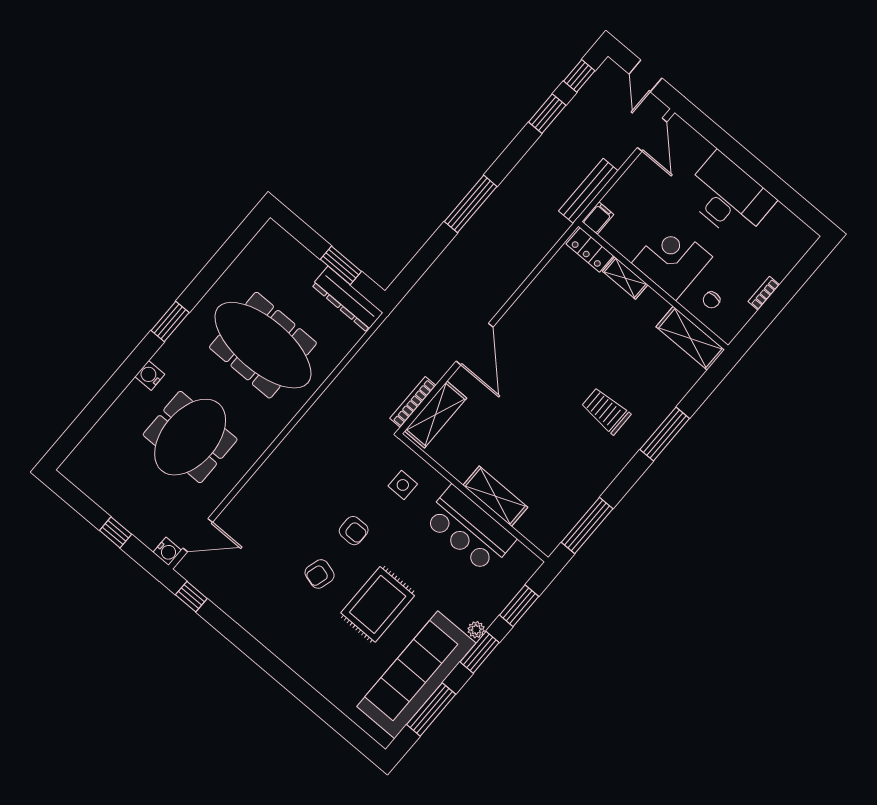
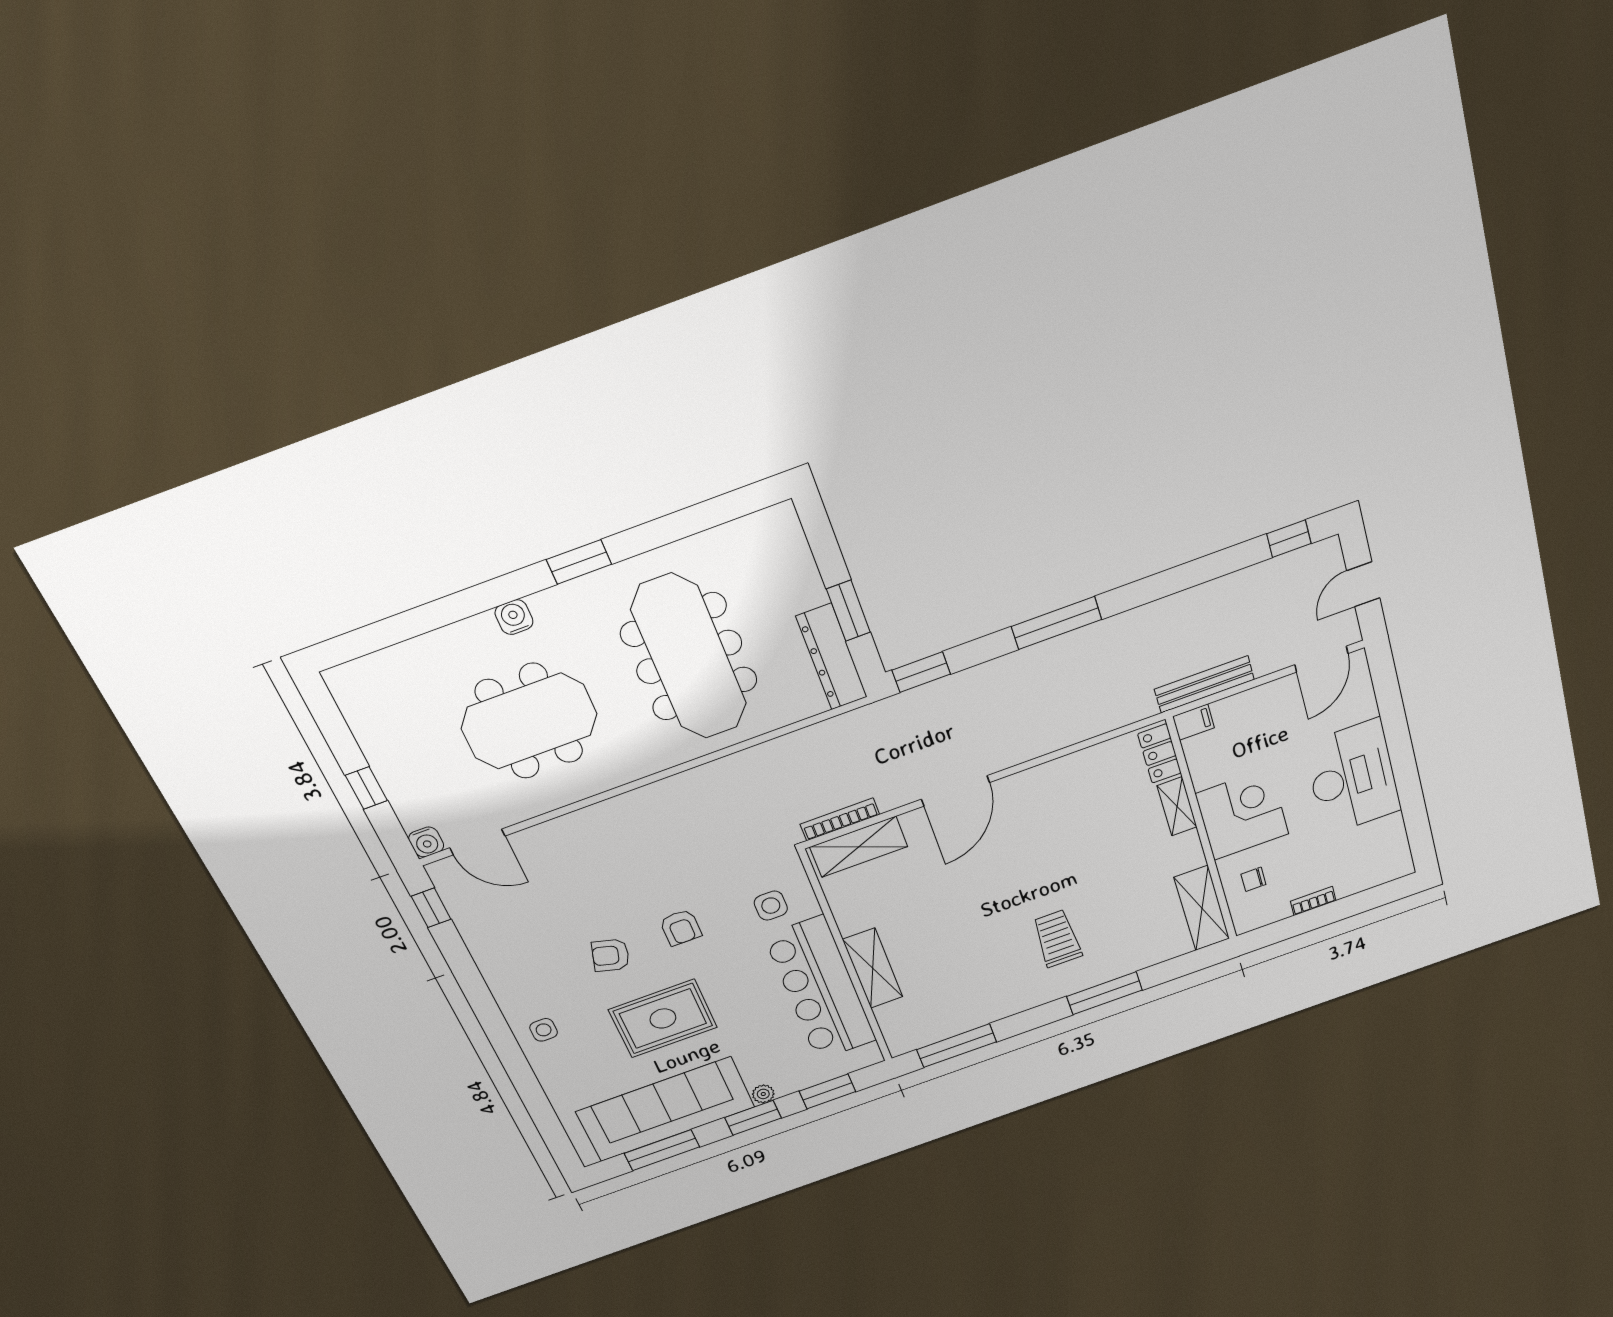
window: (547, 114) -> (921, 672), moved
bar counter: (469, 529) -> (821, 989), width x1.36
side table: (304, 652) -> (544, 1030), added

